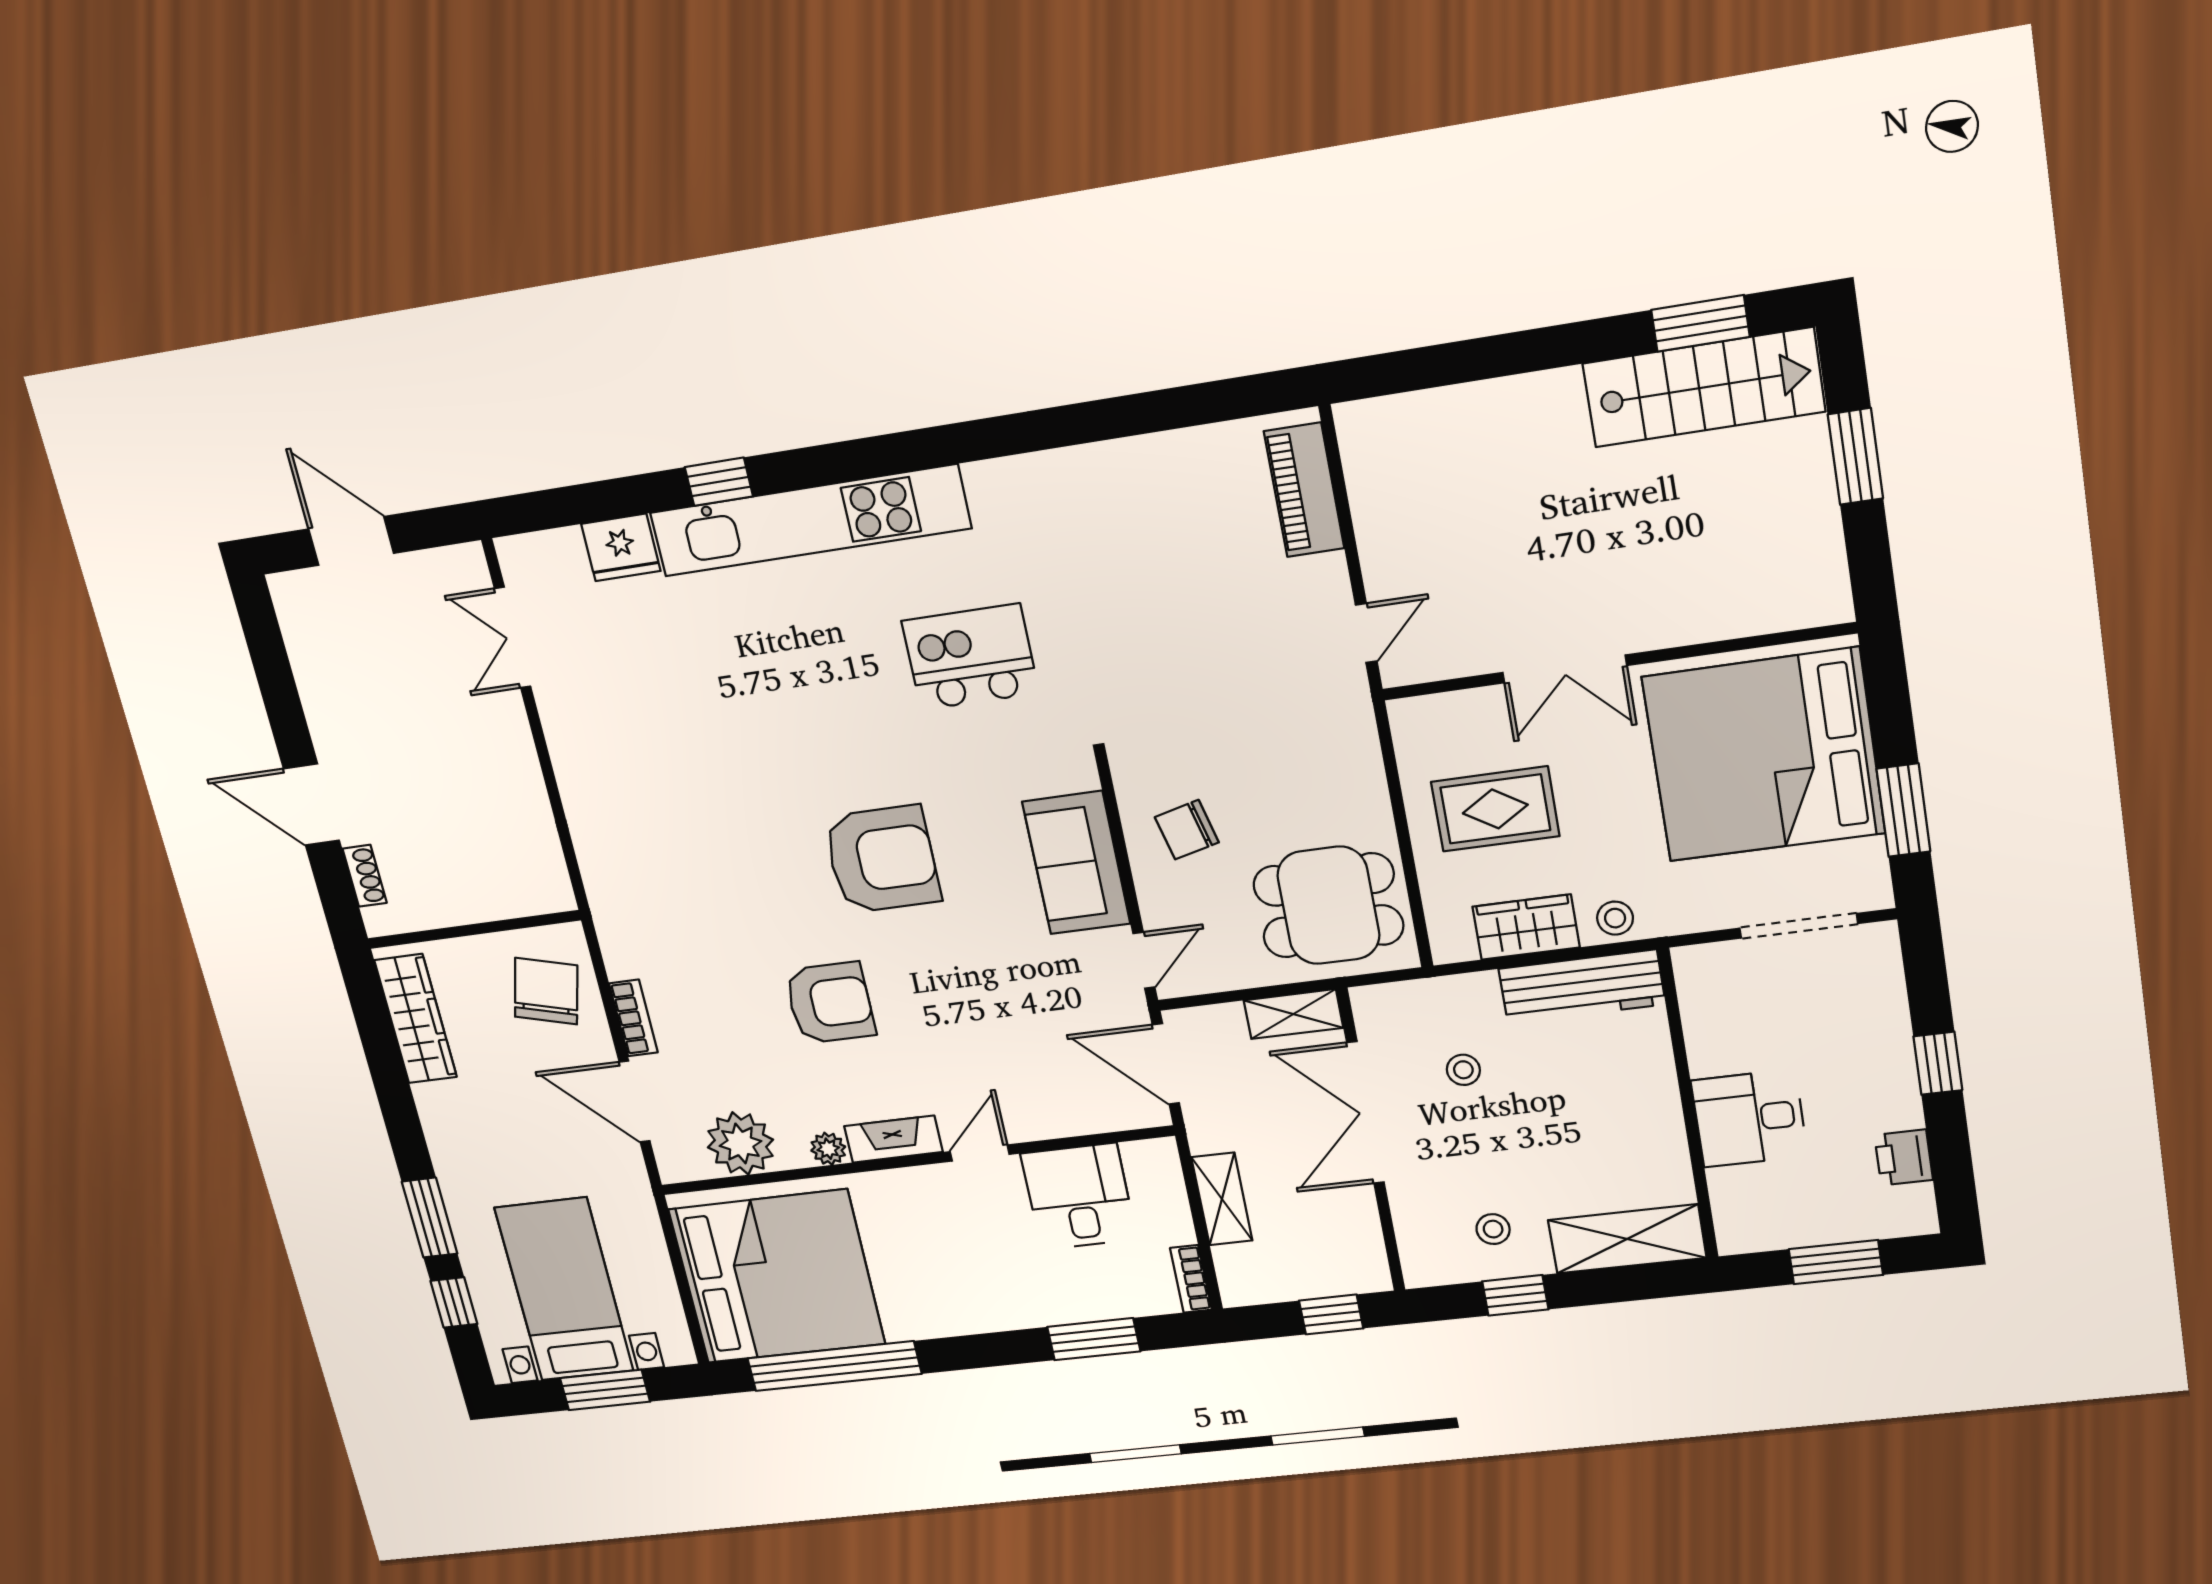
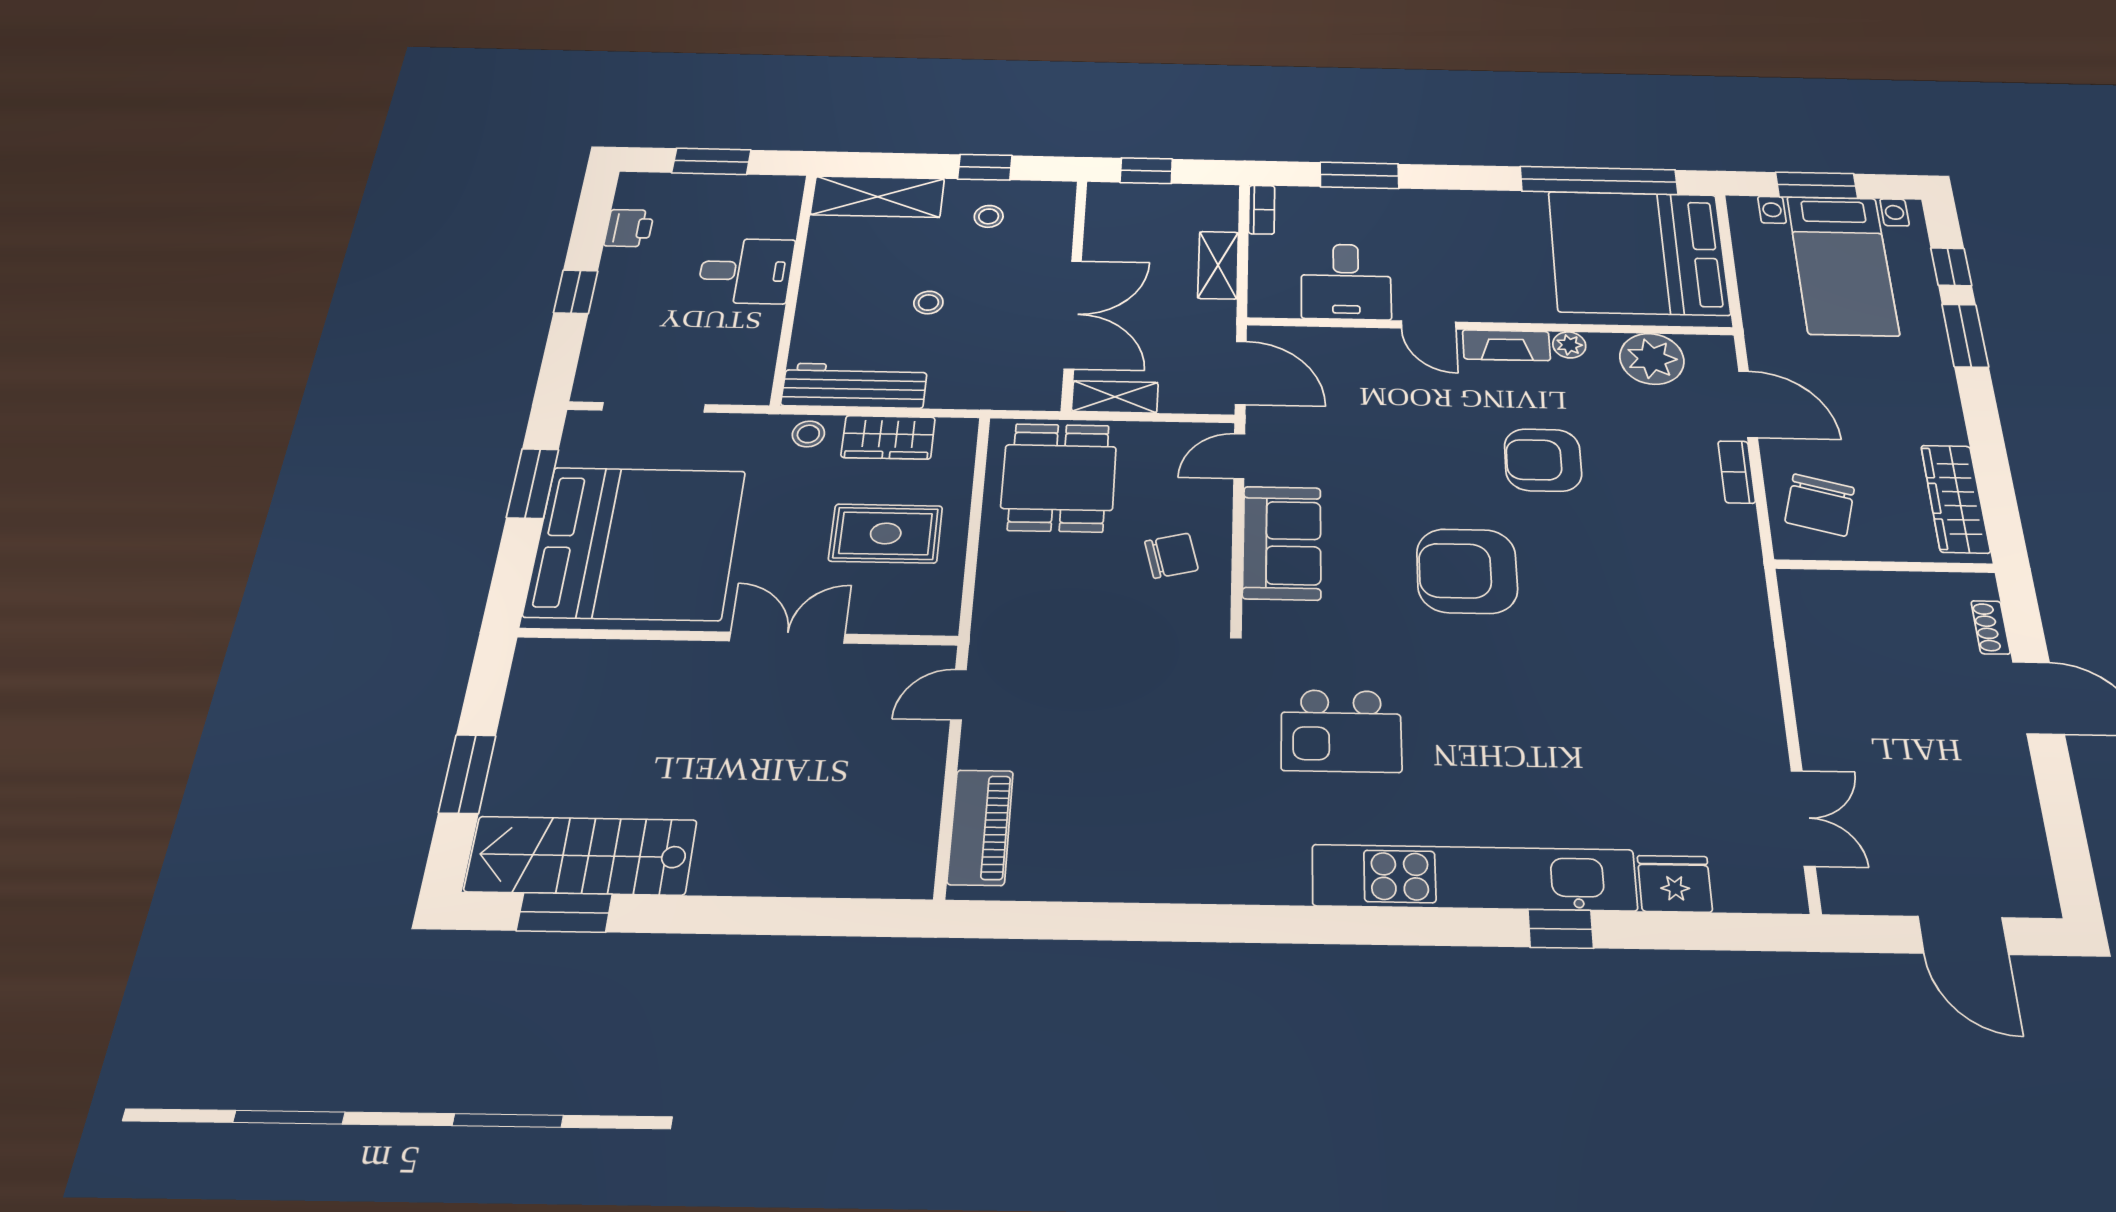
dining table: (1328, 905) -> (1059, 477), turned 90
stool: (1463, 1070) -> (928, 303), moved
door: (980, 1153) -> (1429, 325), hinge flipped

